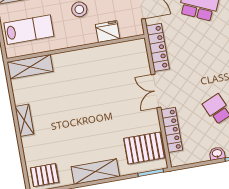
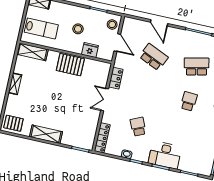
locker: (158, 47) -> (116, 78), width x0.66
locker: (172, 130) -> (102, 138), moved
pallet: (144, 148) -> (70, 65), moved

